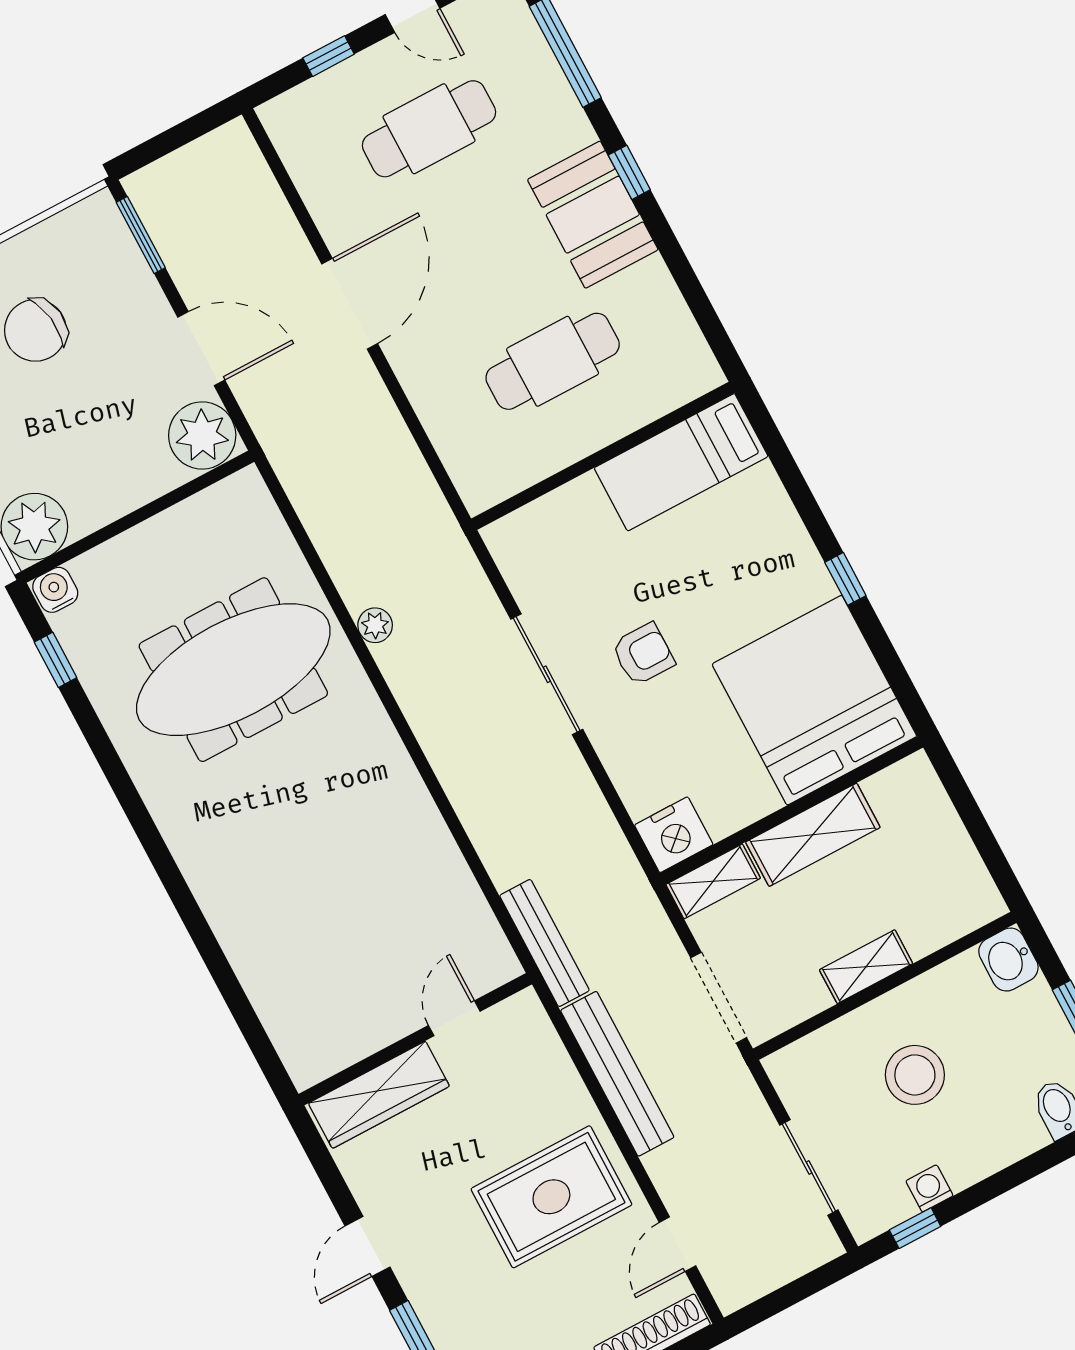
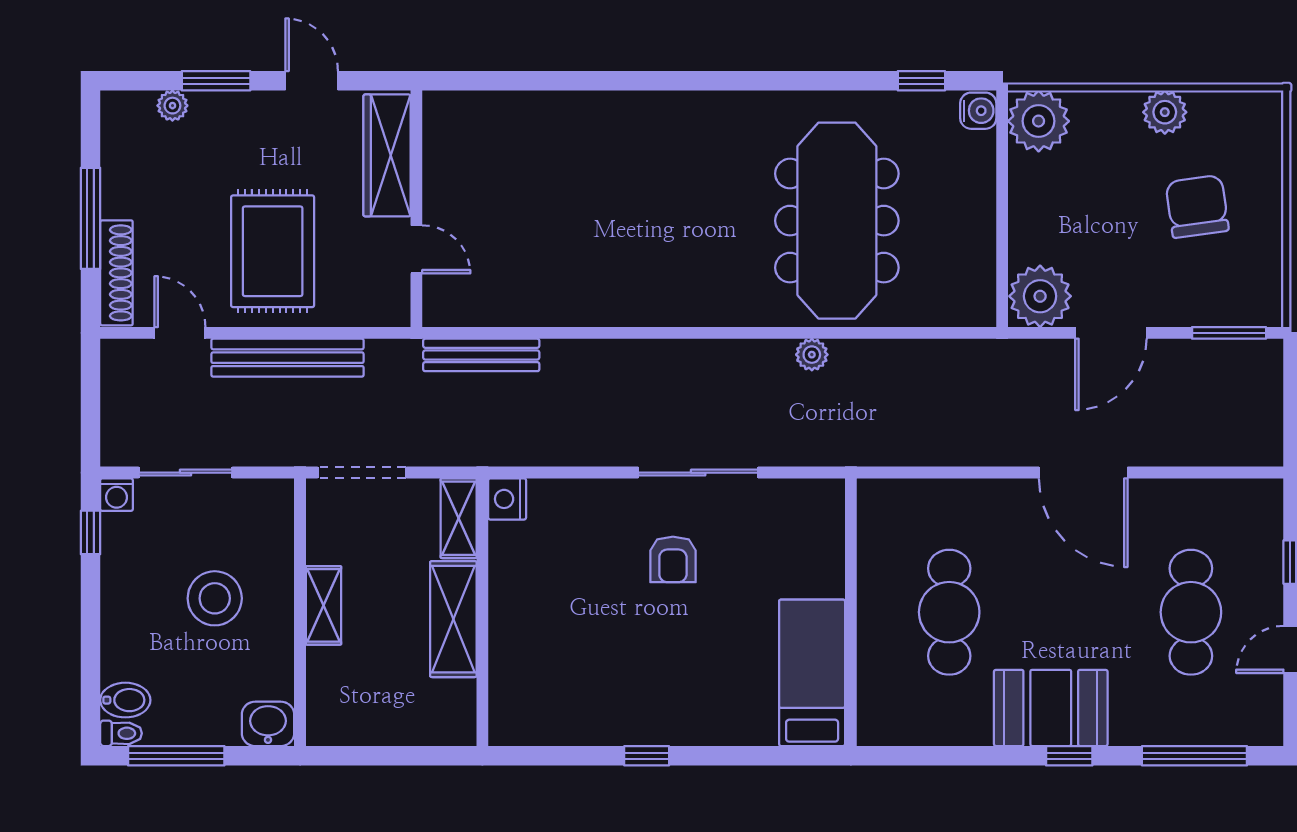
bed: (814, 700) -> (562, 678), removed
nightstand: (674, 835) -> (507, 499), width x0.74, depth x0.75
door: (454, 1018) -> (416, 249), moved
wall: (415, 1039) -> (416, 209), moved
bench: (617, 1074) -> (288, 358), moved
wardrobe: (379, 1095) -> (387, 155), moved
washing machine: (929, 1188) -> (117, 495), moved, turned 90

